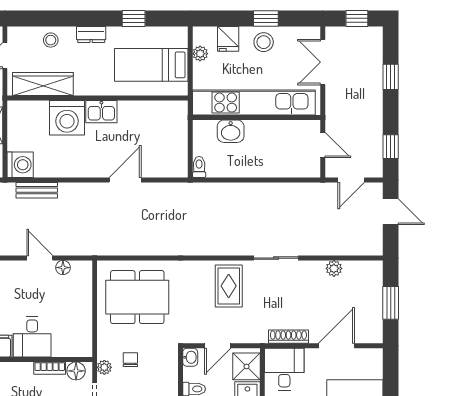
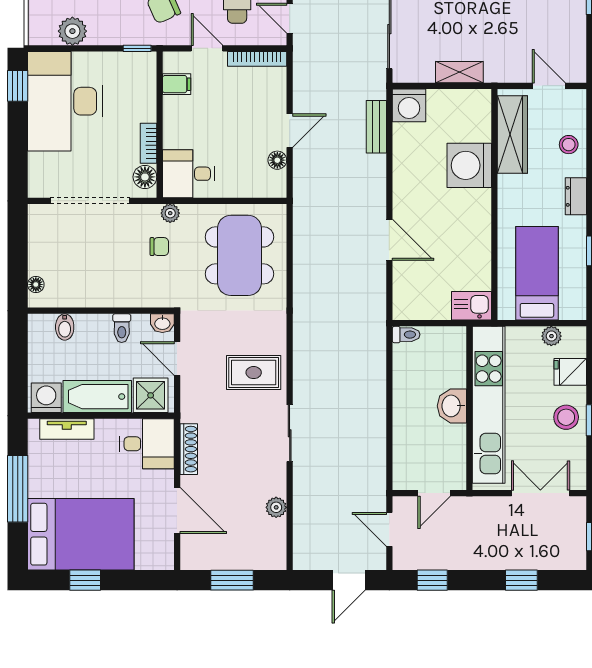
kitchen sink: (101, 112) -> (472, 306), moved, turned 90
washbasin: (231, 131) -> (452, 406), moved
desk: (32, 337) -> (188, 174), moved
plant: (104, 367) -> (170, 213), moved

